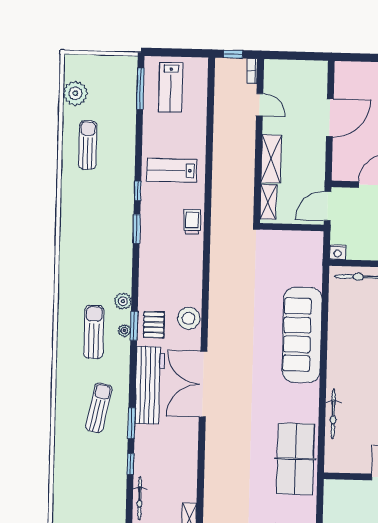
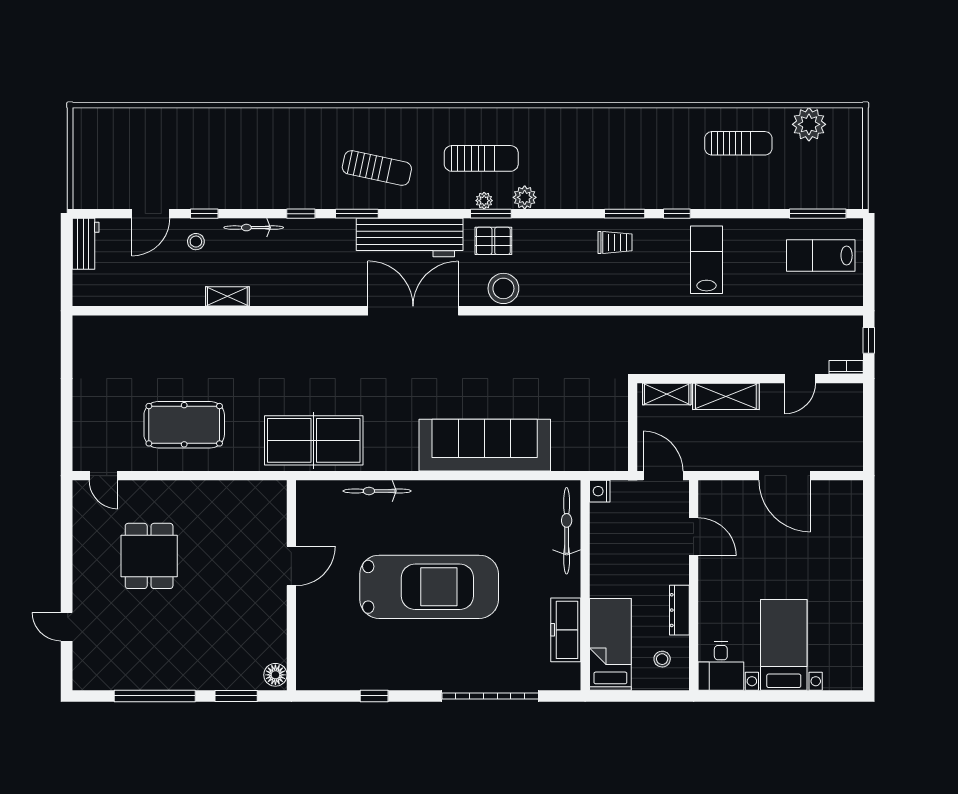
trolley: (192, 222) -> (615, 242), moved

